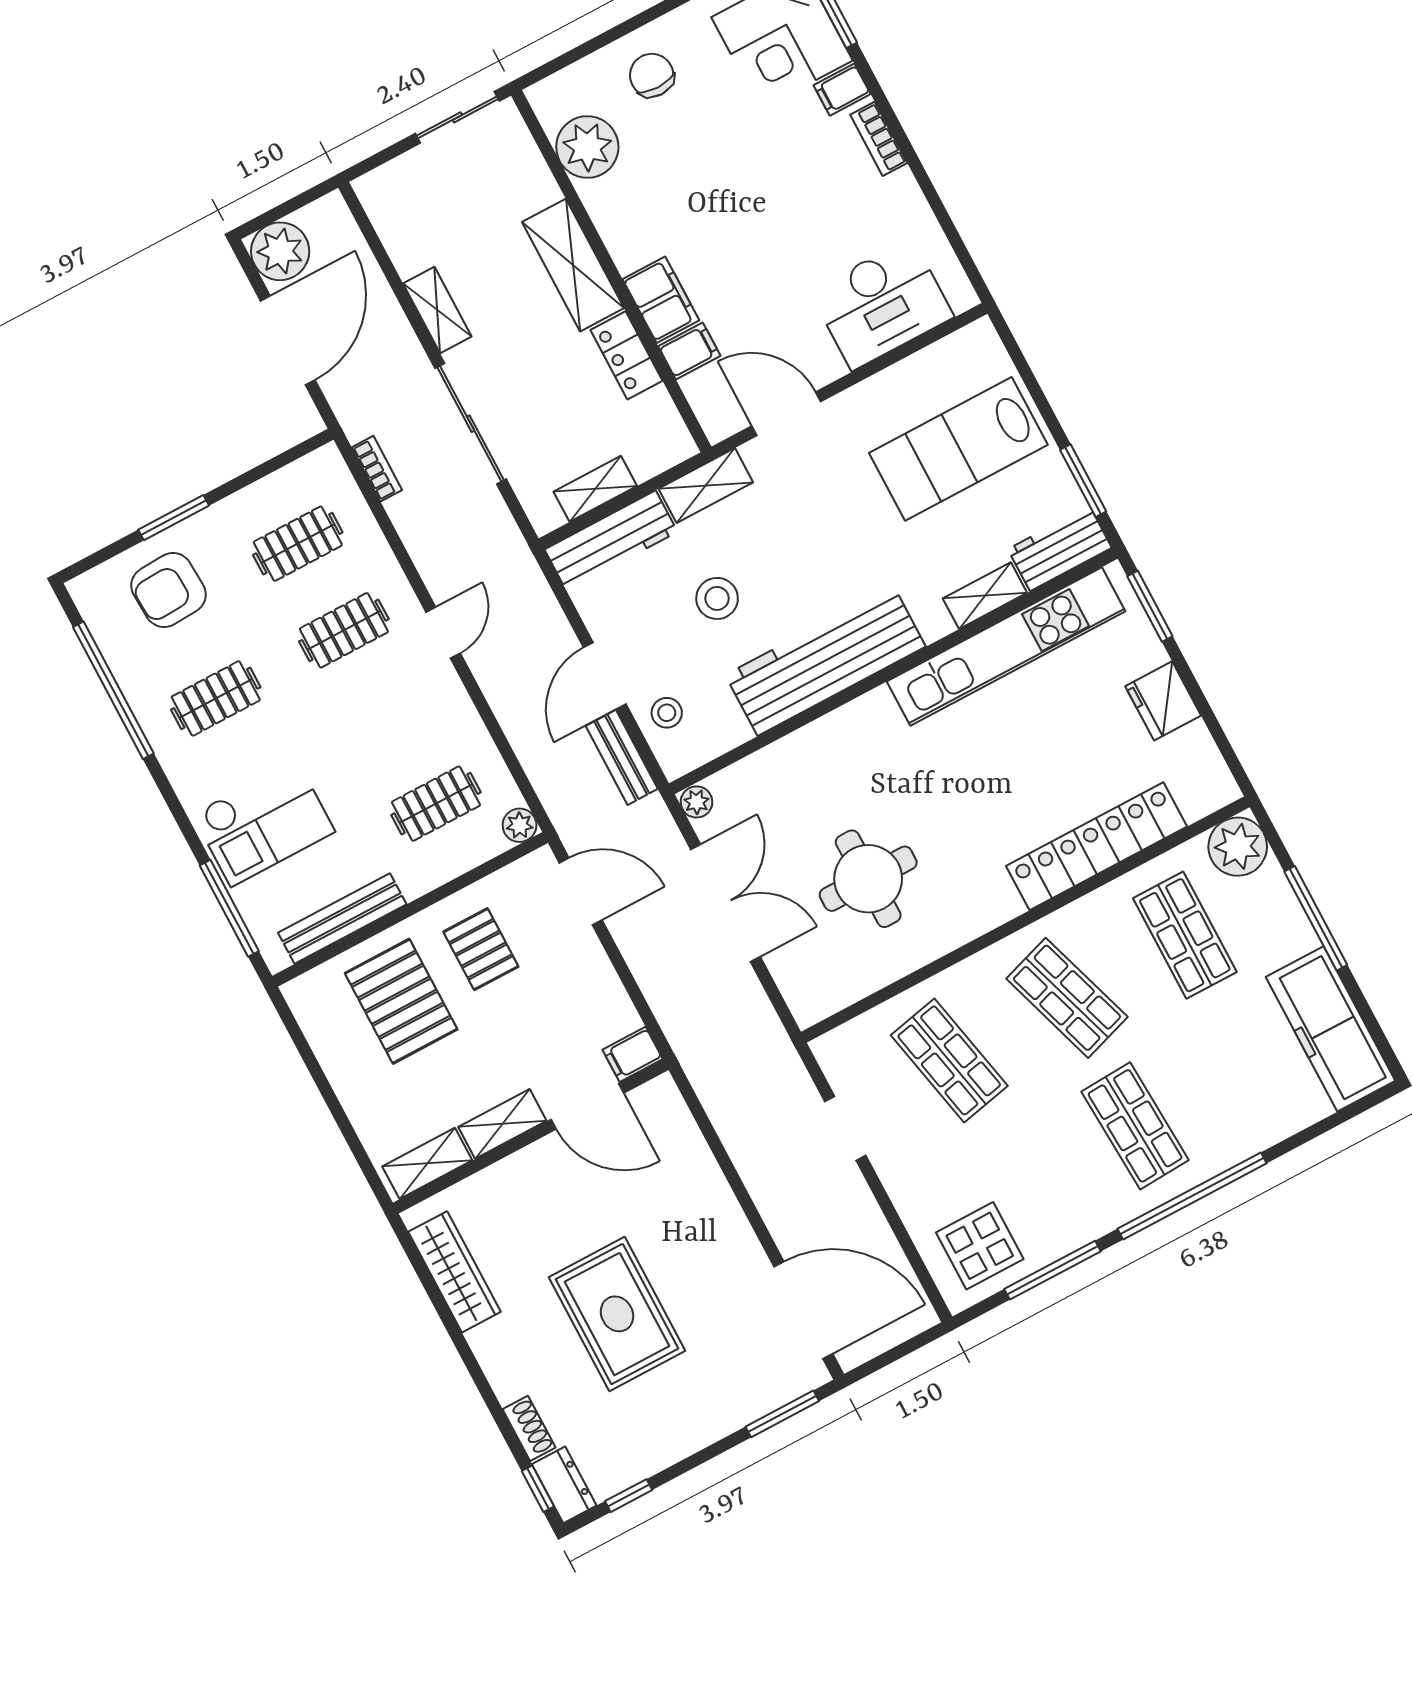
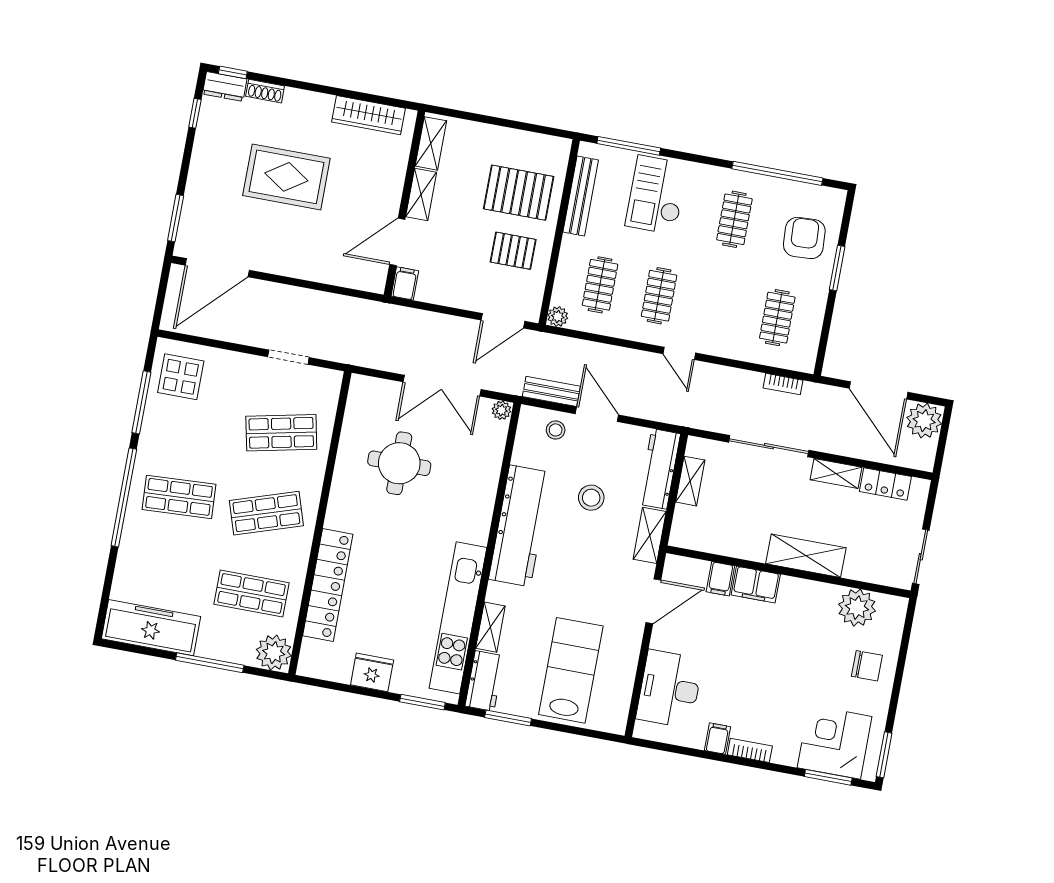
filing cabinet: (842, 90) -> (717, 739), moved
locker: (627, 355) -> (885, 484), moved, turned 180
clothes rail: (344, 630) -> (659, 296), moved

